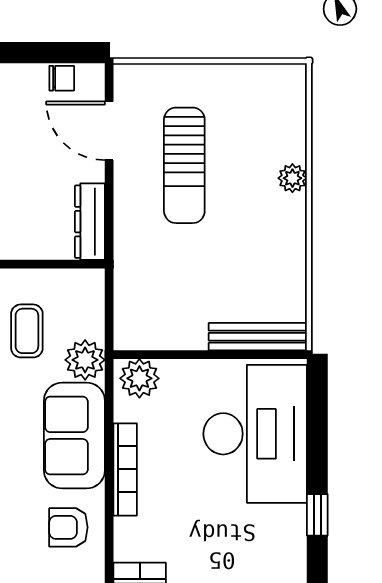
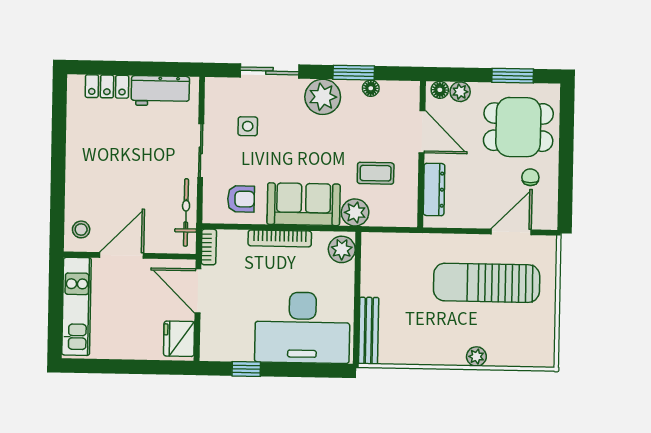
chair: (62, 78) -> (530, 177), moved, turned 180
sun lounger: (184, 165) -> (487, 283), width x1.36, depth x1.34
dresser: (90, 222) -> (434, 190), moved, turned 90
armchair: (68, 527) -> (241, 199), turned 90

